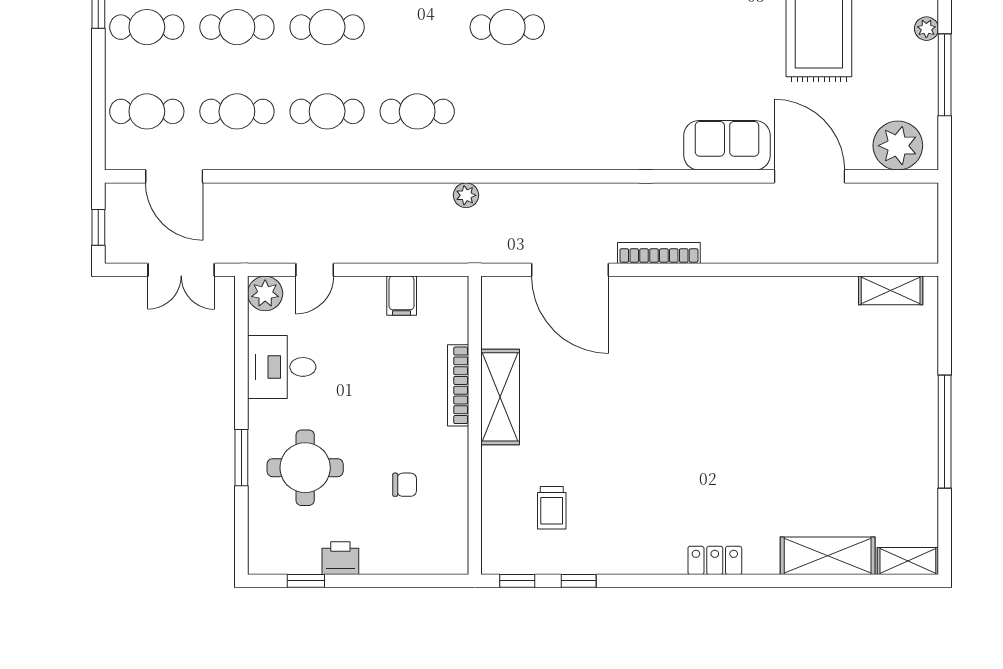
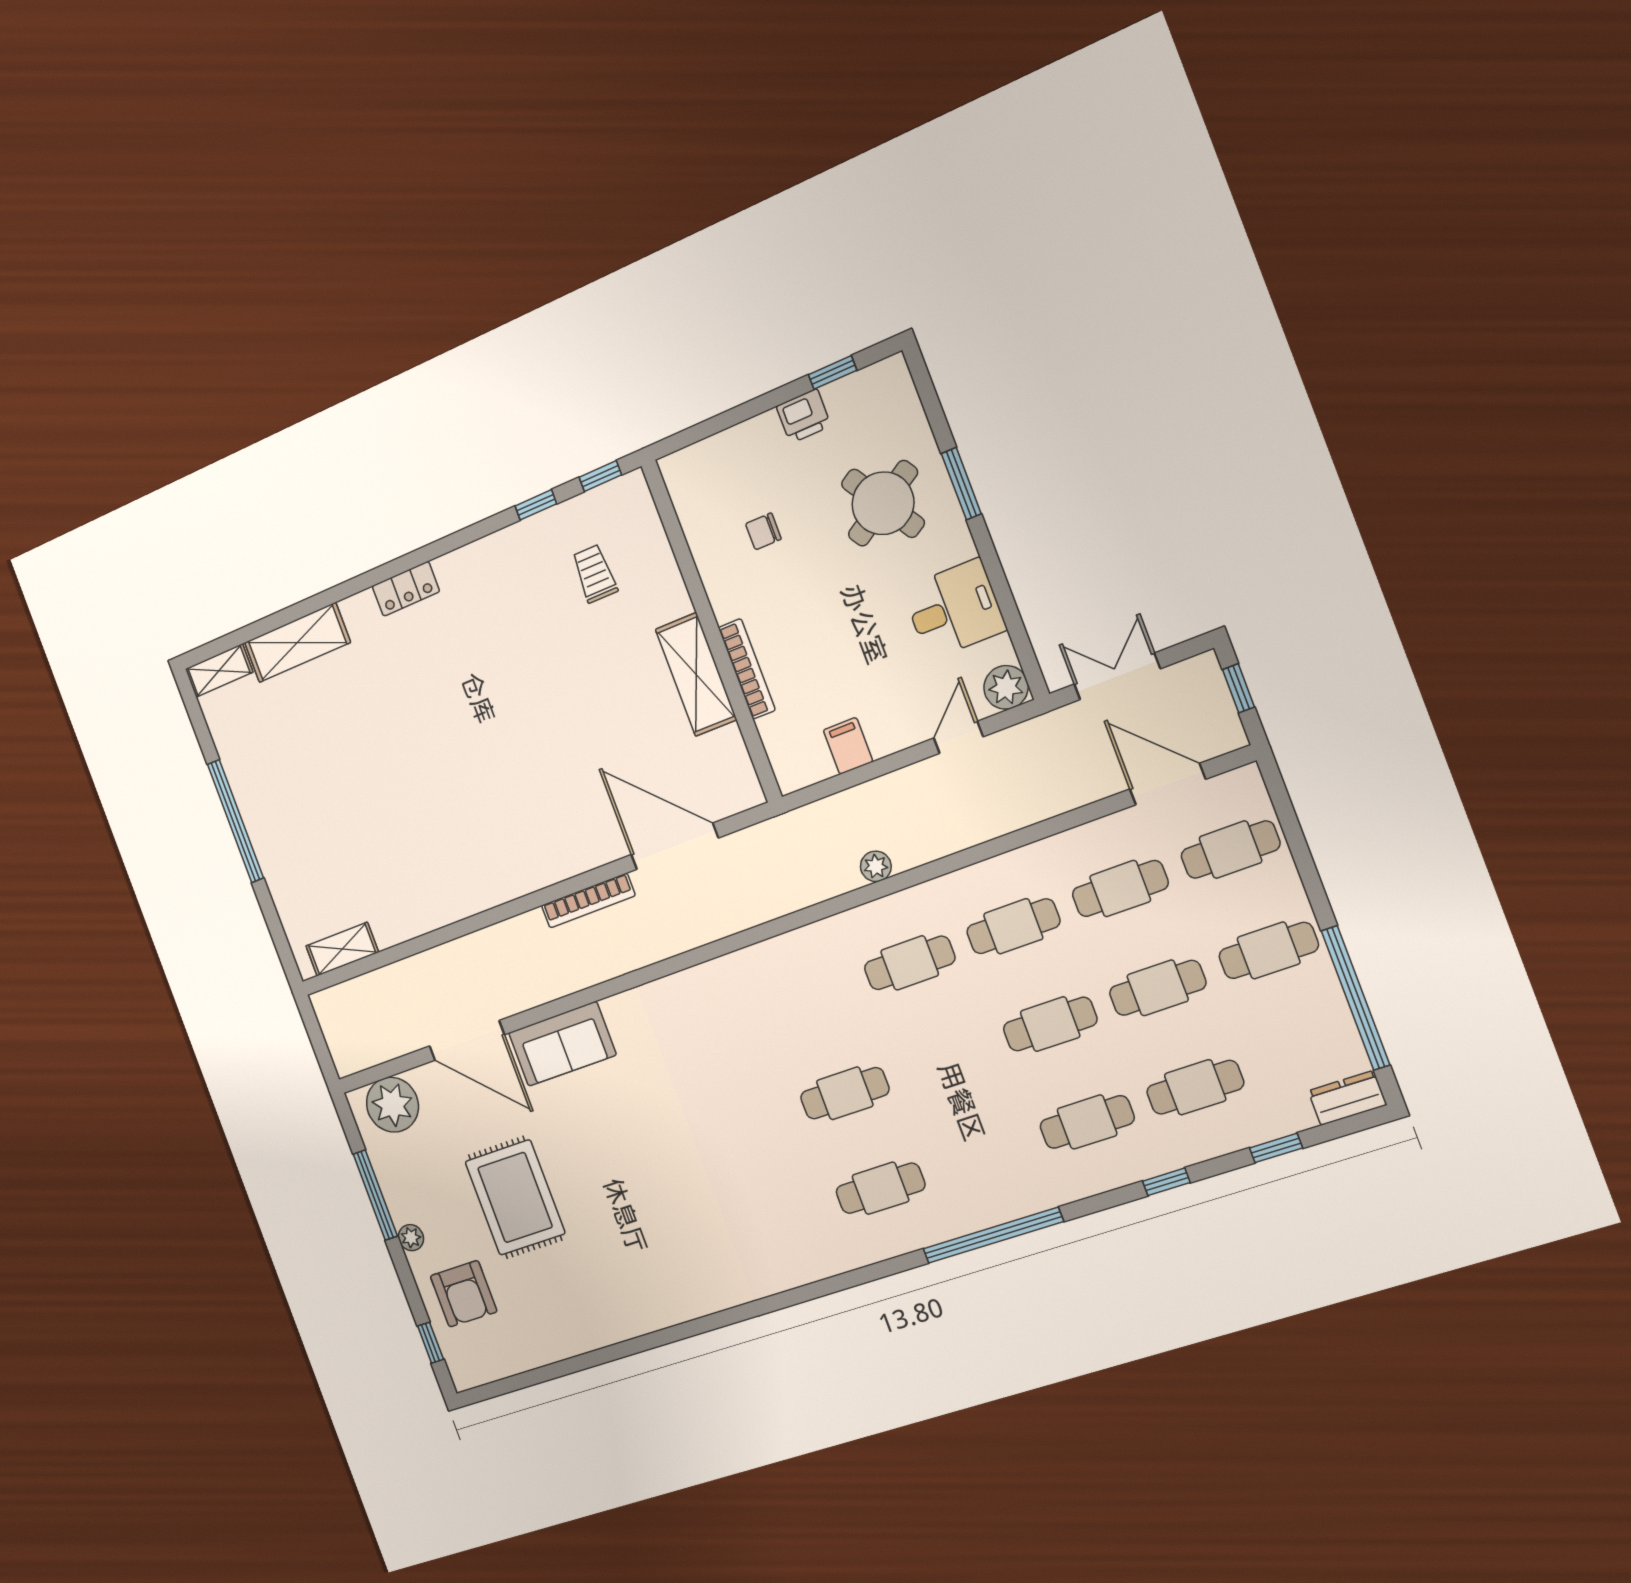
plant: (466, 195) -> (876, 866), moved
round table: (305, 468) -> (883, 503), turned -32

